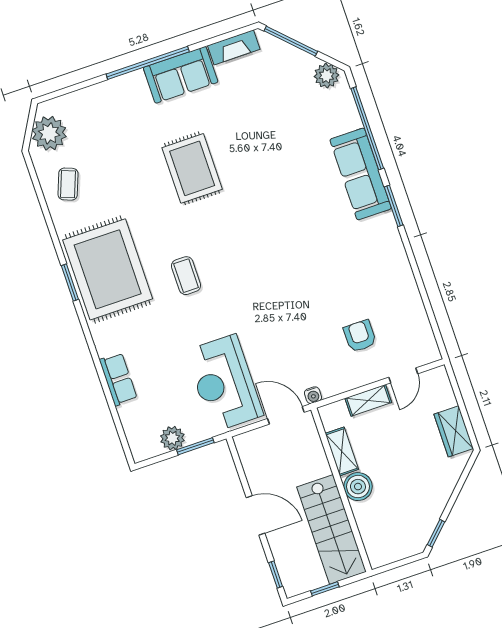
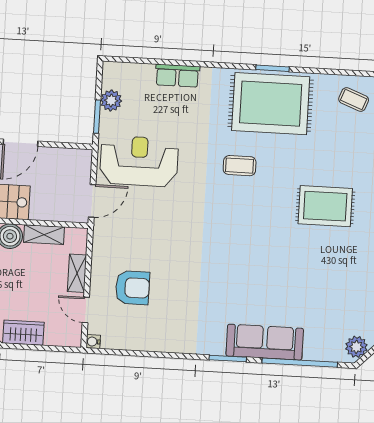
armchair: (360, 336) -> (132, 288), width x1.38, depth x1.38
water cooler: (313, 395) -> (93, 342), moved

